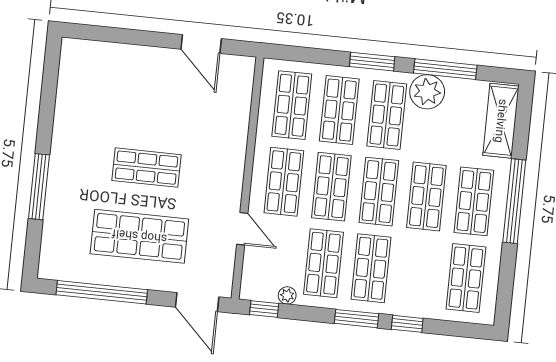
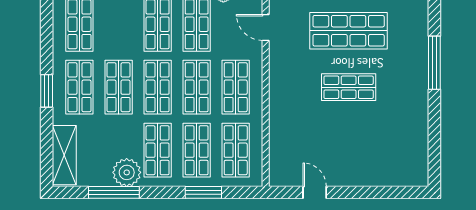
door: (201, 44) -> (315, 192), width x0.73
window: (372, 62) -> (203, 192), moved
window: (514, 201) -> (47, 91), width x0.47
door: (242, 229) -> (266, 27), moved

